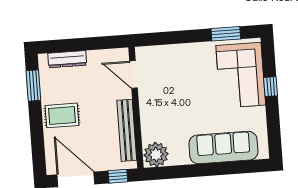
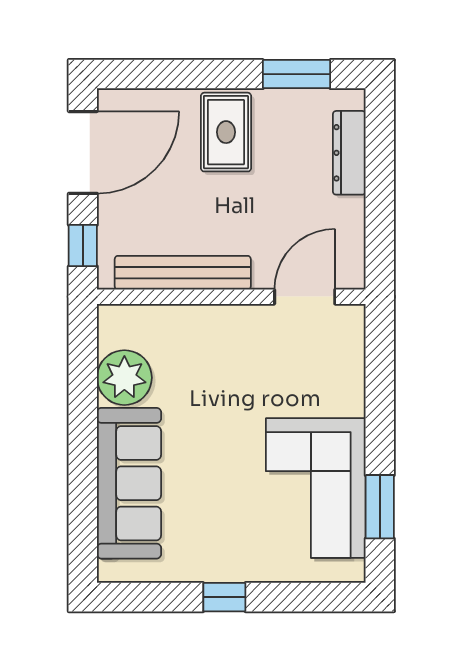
corner sofa: (241, 75) -> (316, 488), moved, turned -90
window: (271, 87) -> (224, 597), moved
plant: (156, 155) -> (124, 378), moved

